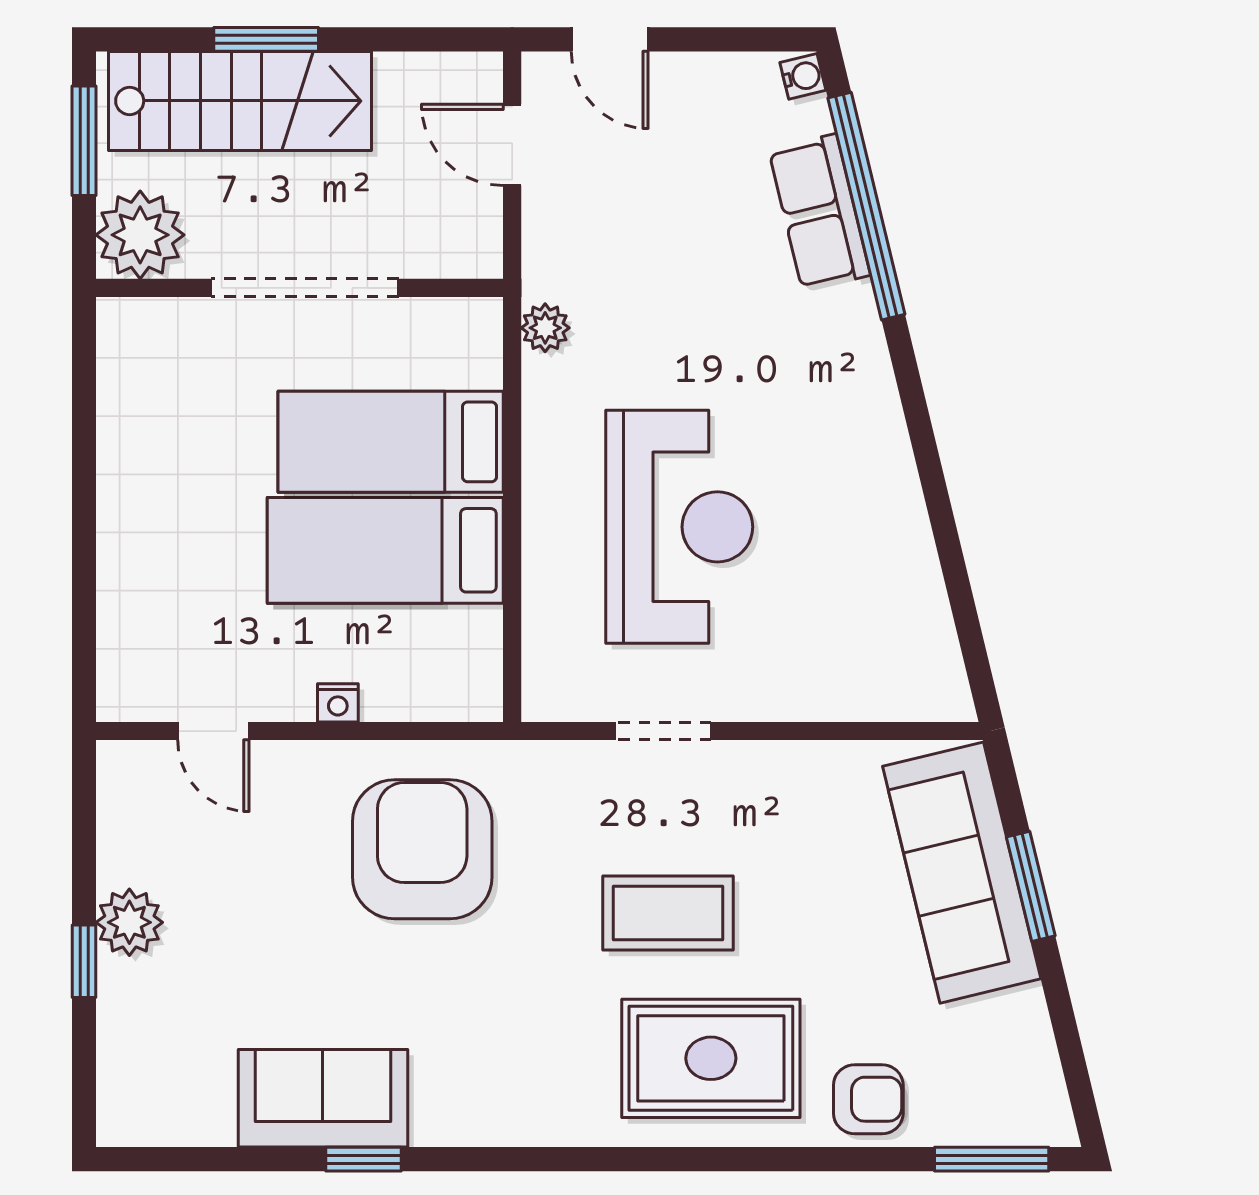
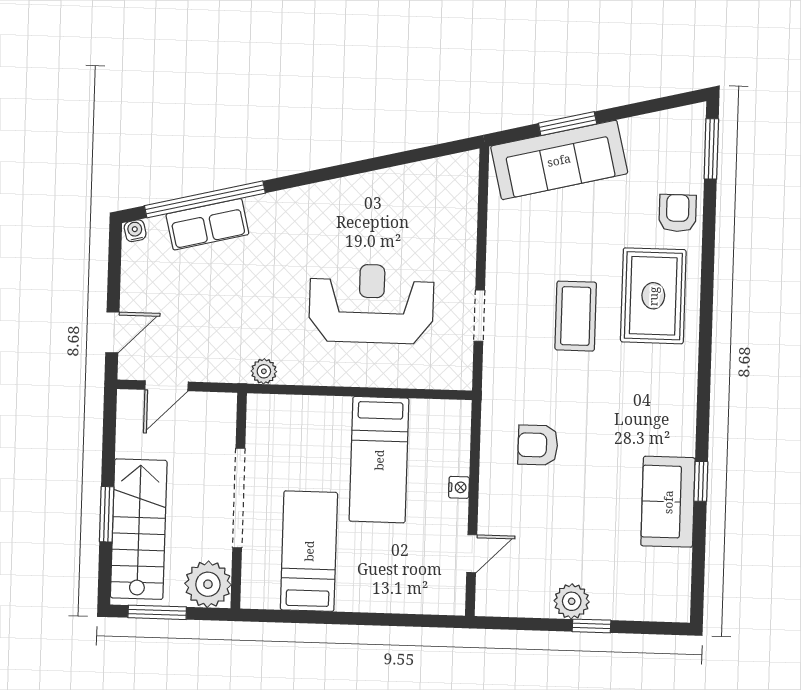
bed: (391, 442) -> (309, 551), moved, turned 180
armchair: (422, 849) -> (538, 445), width x0.53, depth x0.53

